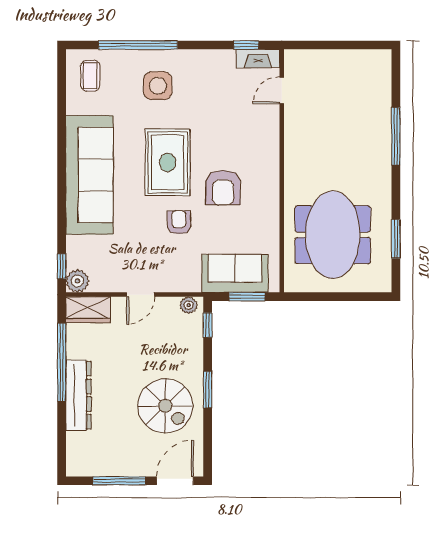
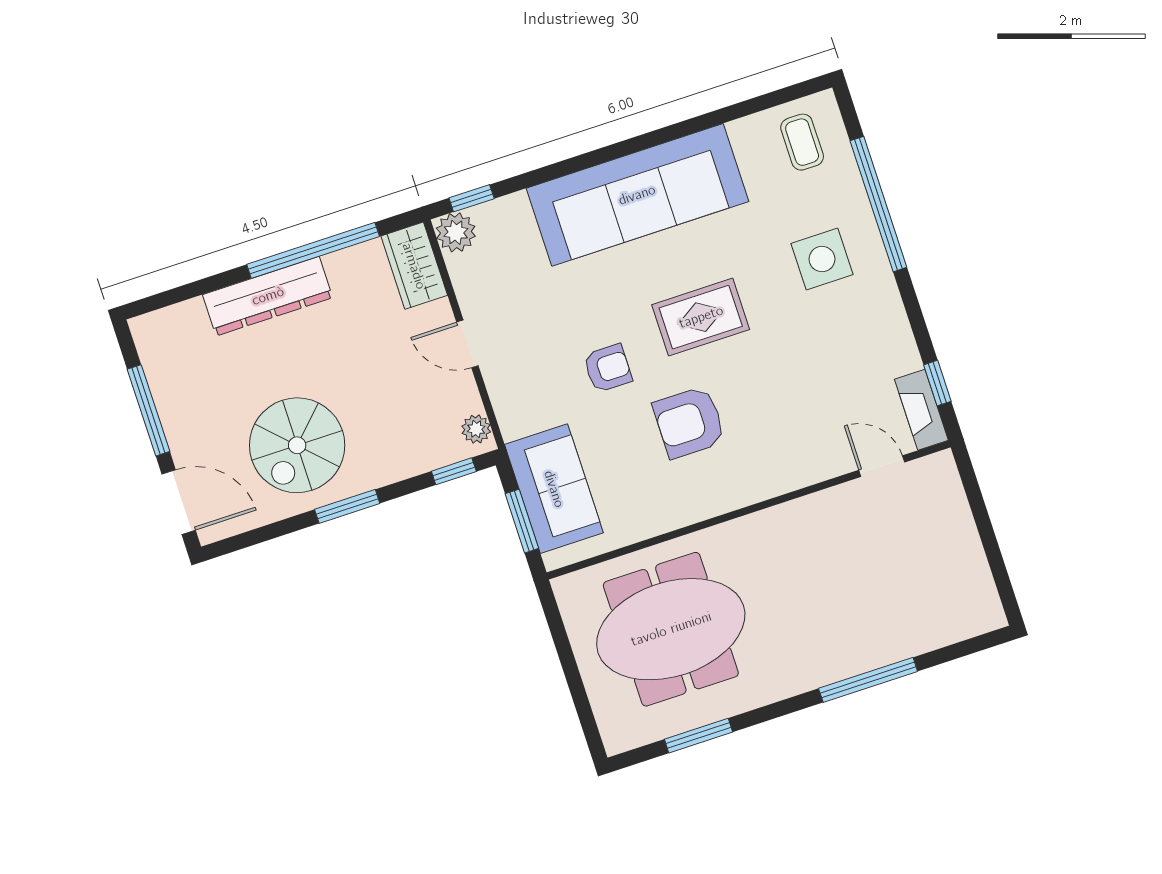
coffee table: (90, 76) -> (802, 142), turned 90
rug: (168, 162) -> (701, 317), width x0.73, depth x0.70

